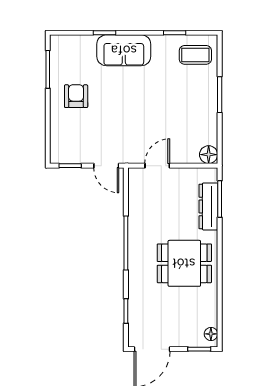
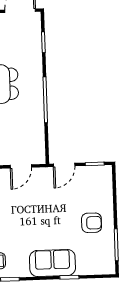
armchair: (76, 96) -> (92, 223), turned -90
door: (106, 166) -> (64, 165), swing flipped

